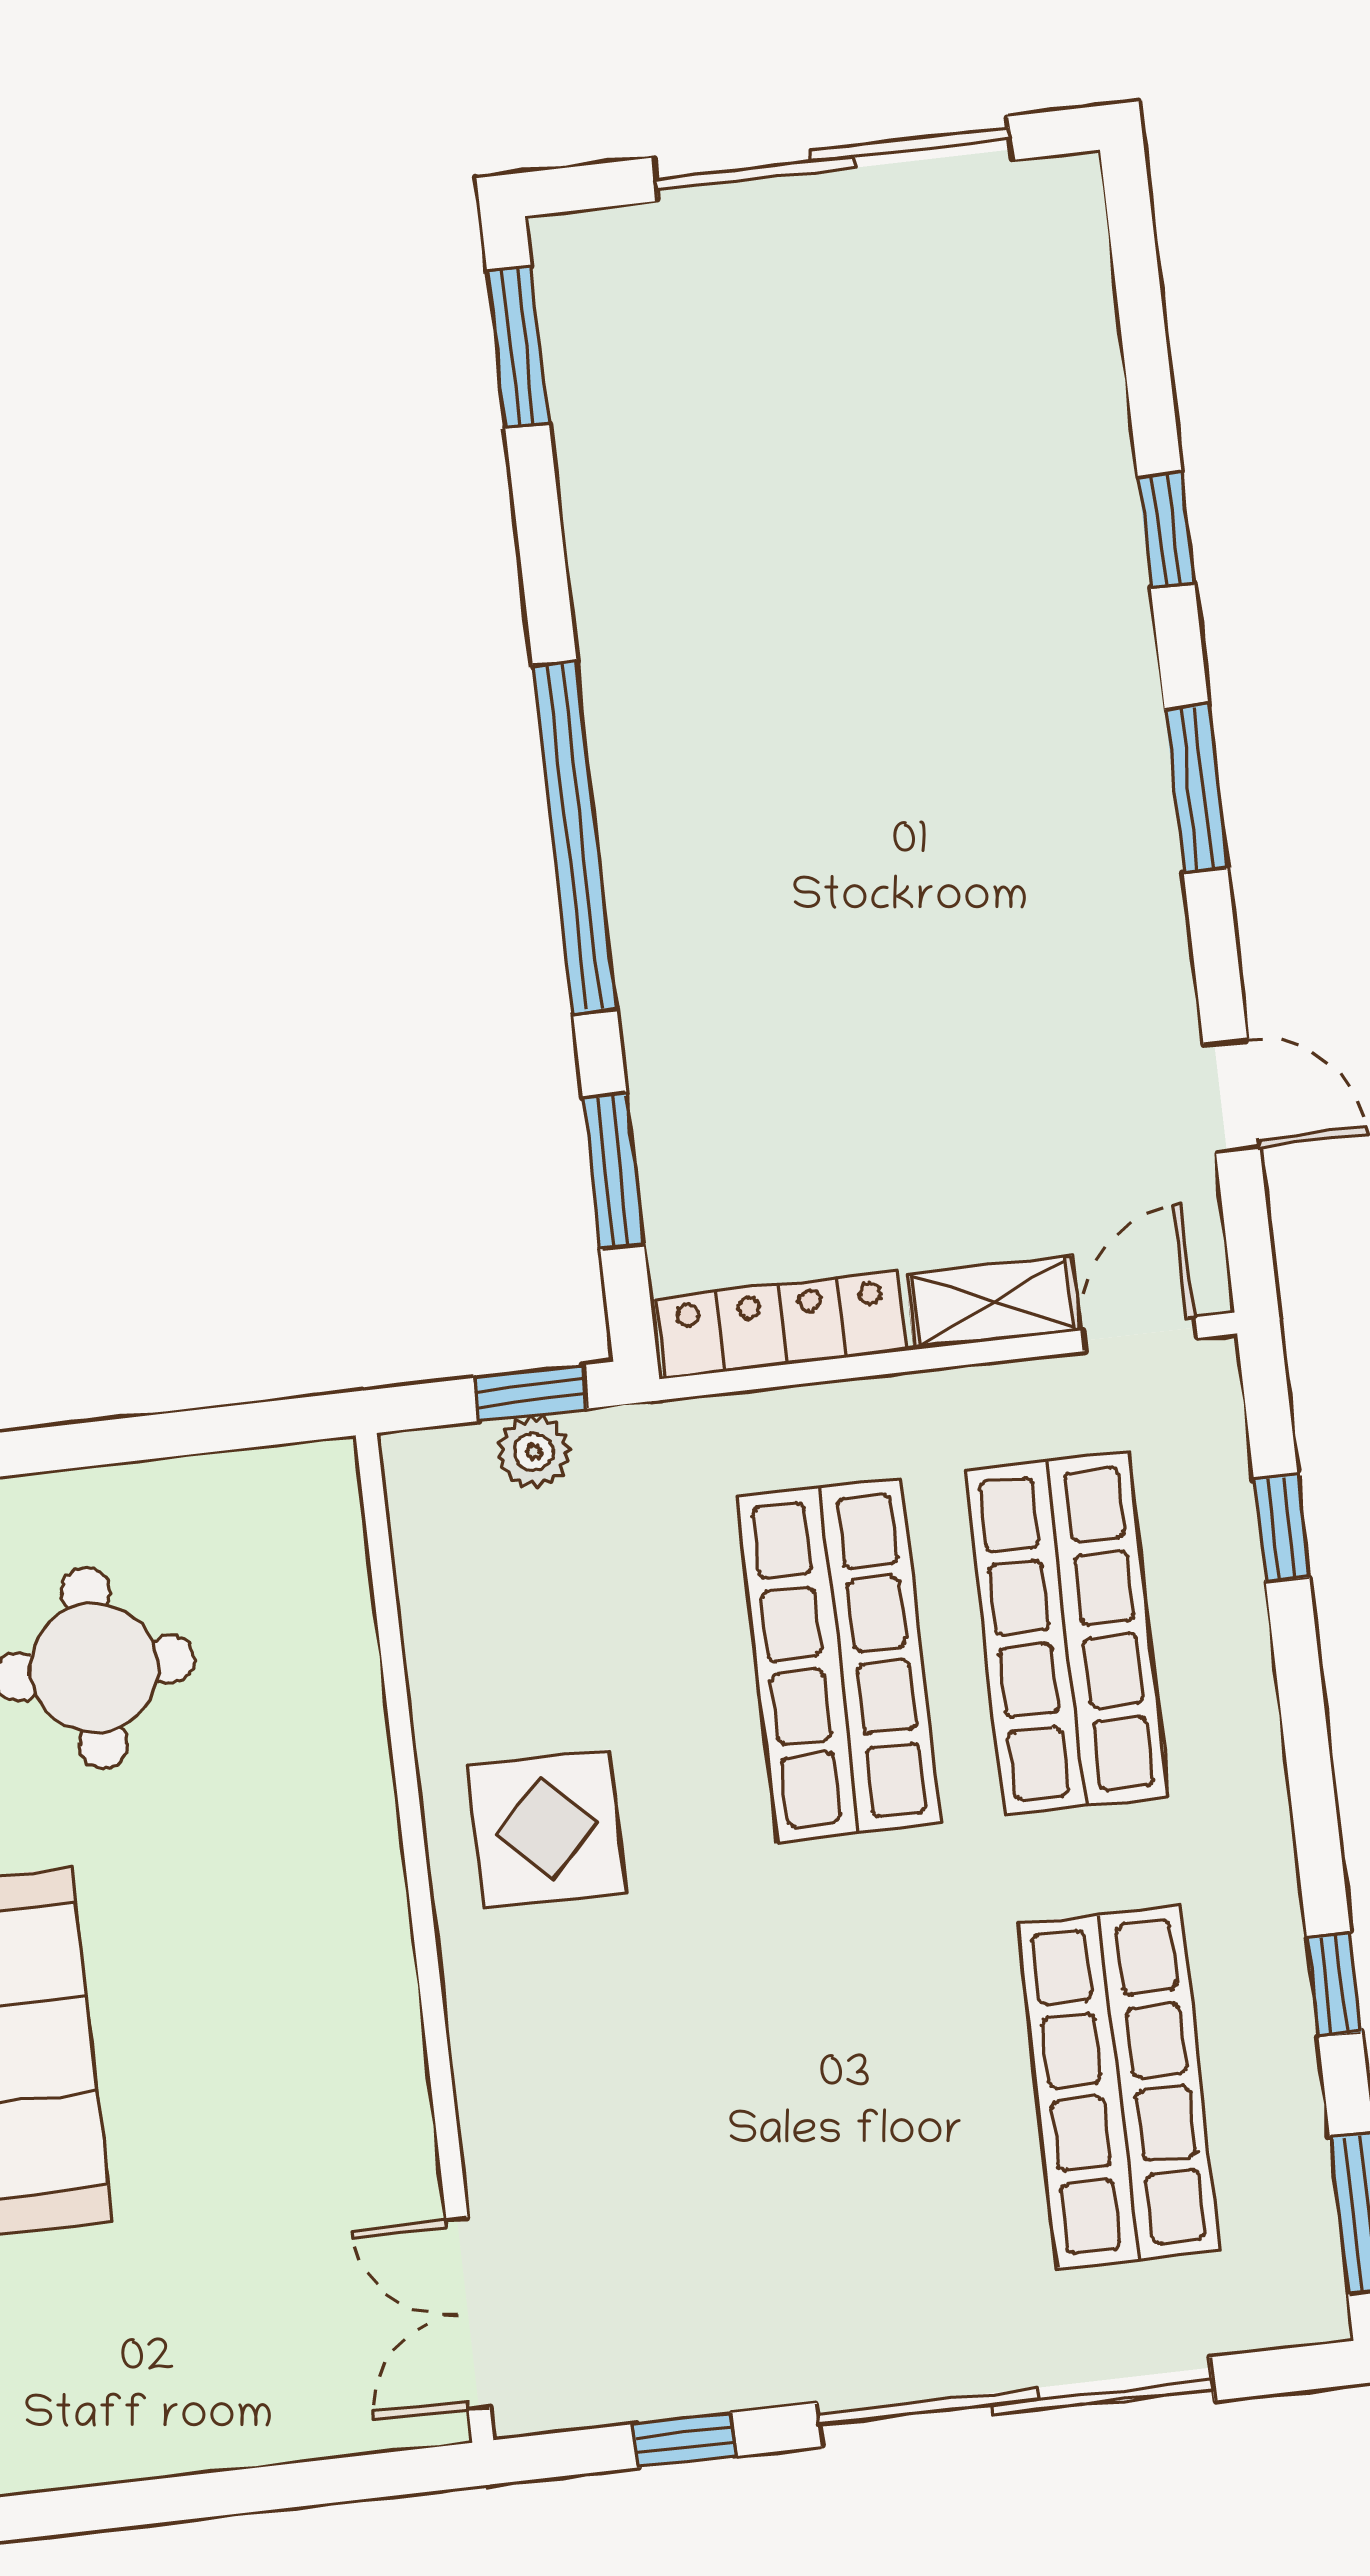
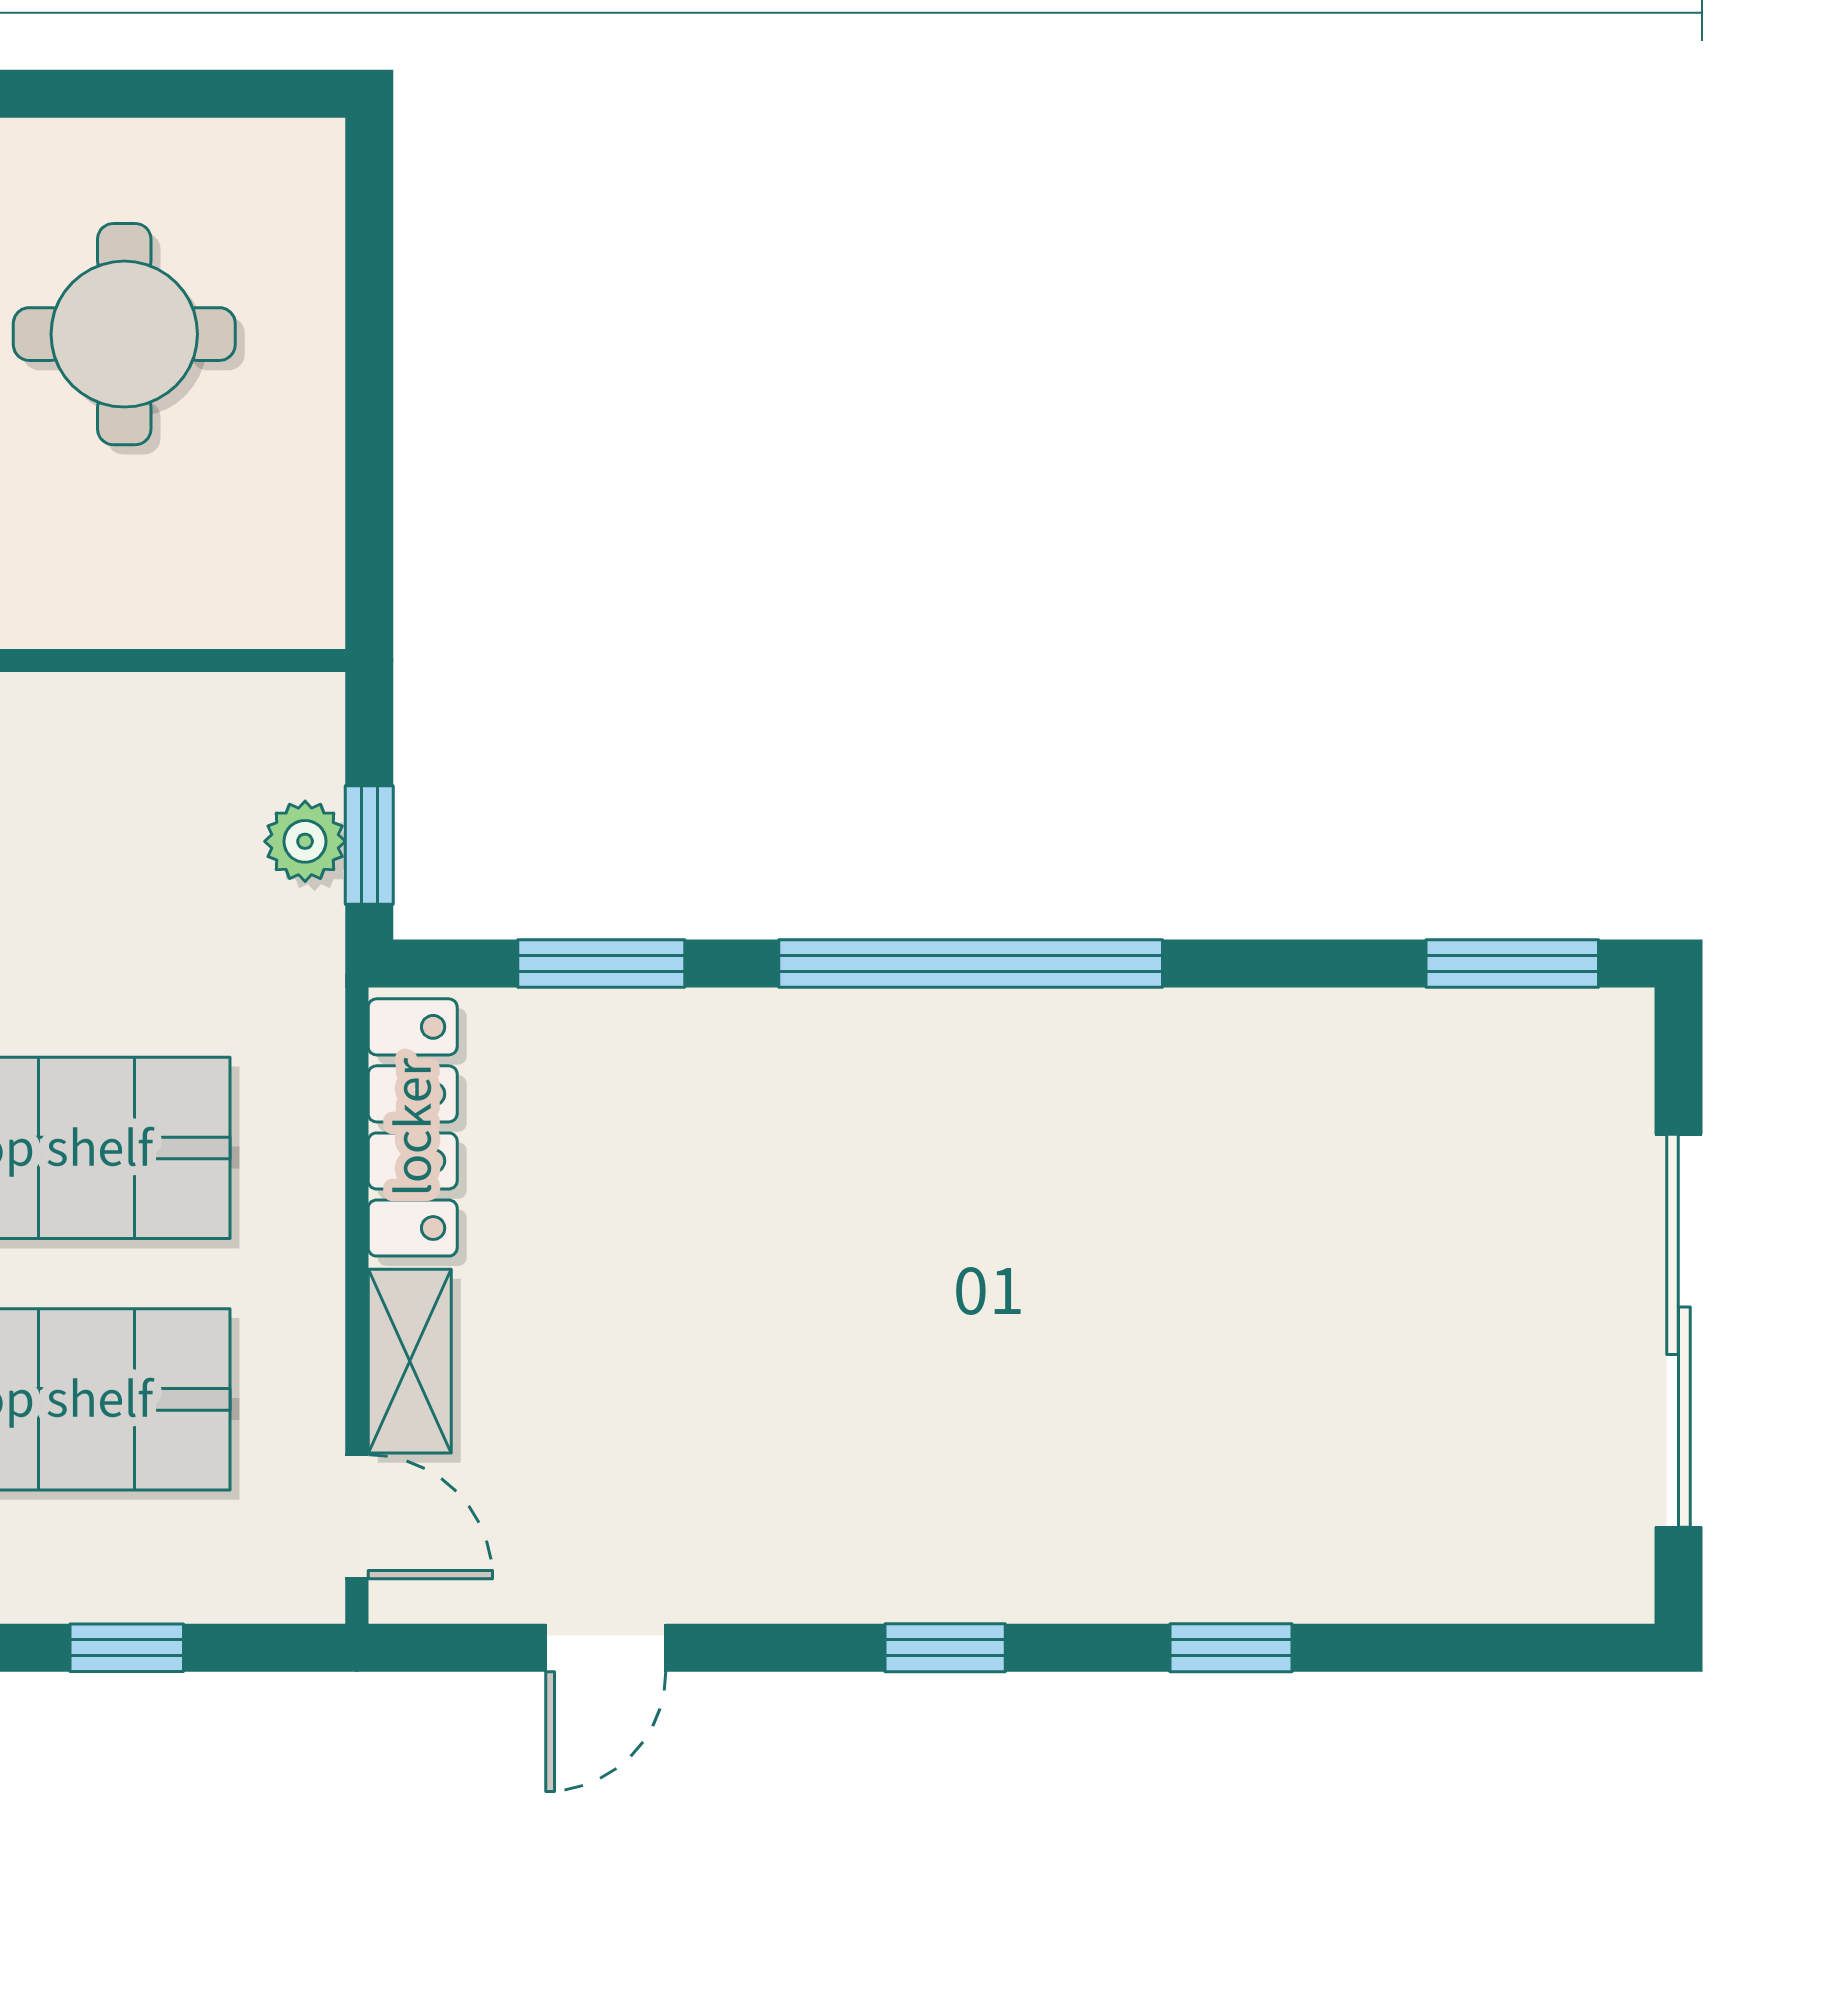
window: (1196, 789) -> (945, 1648), width x0.67

